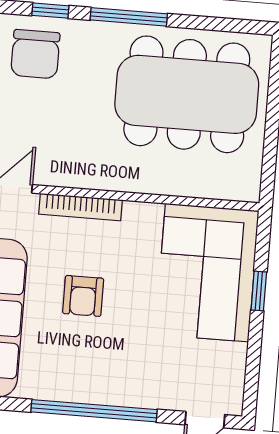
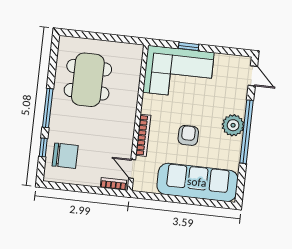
dining table: (187, 94) -> (88, 80), width x0.73, depth x0.80
armchair: (83, 296) -> (188, 135), turned -90
plant: (106, 384) -> (233, 125), added

